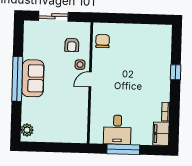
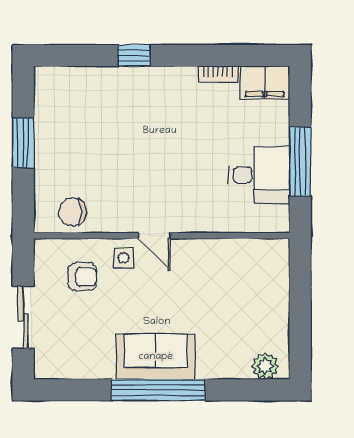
window: (136, 19) -> (23, 143), added

